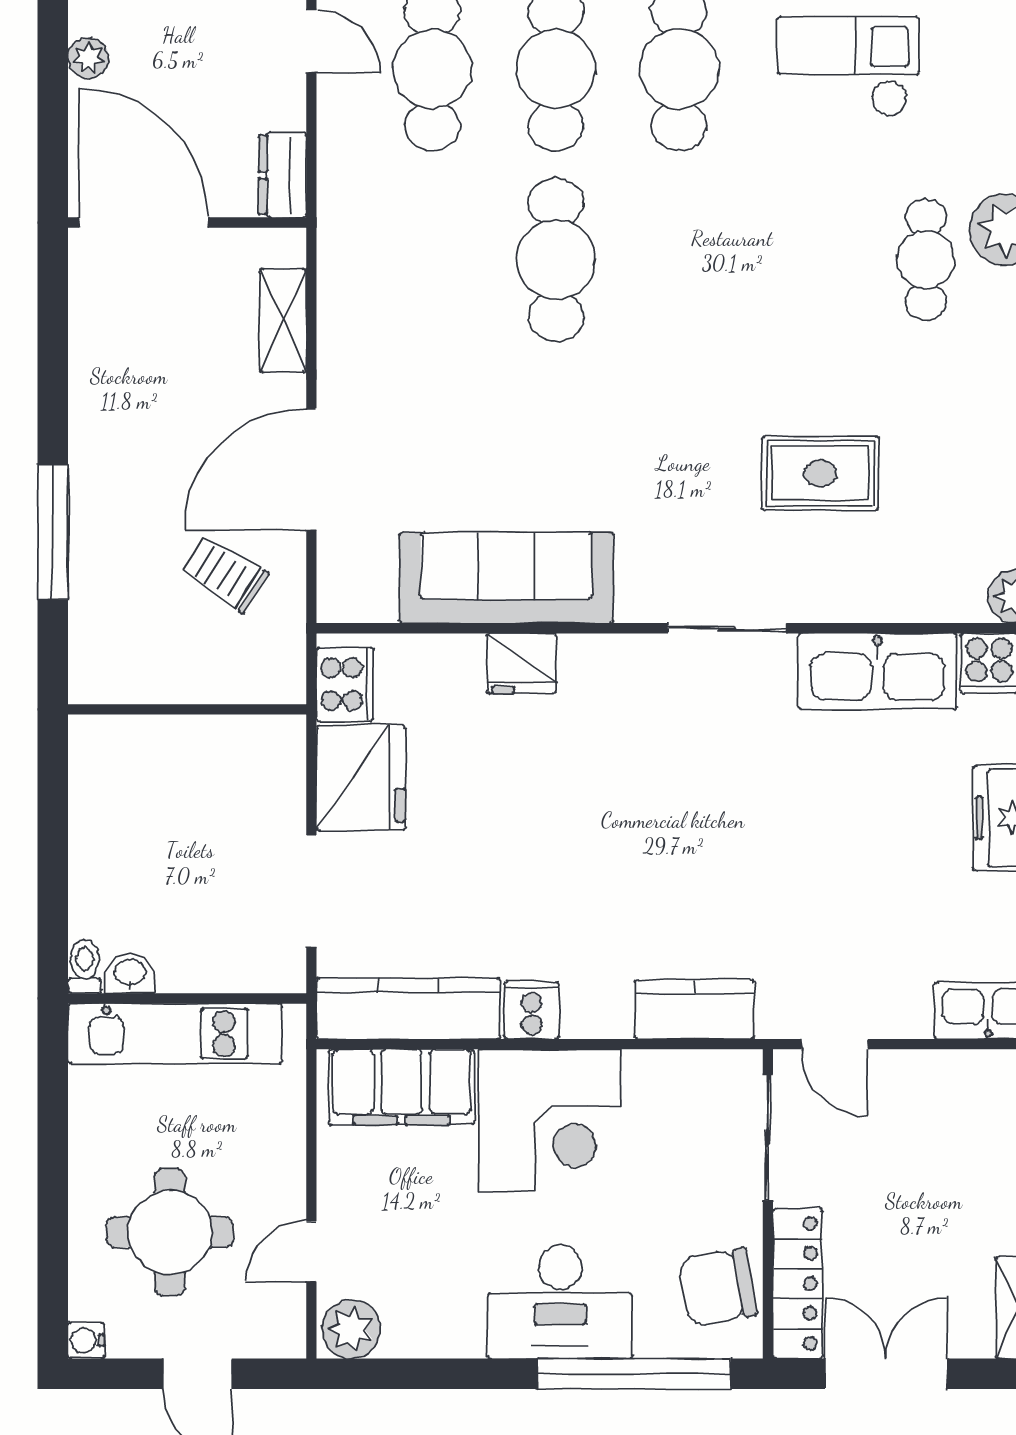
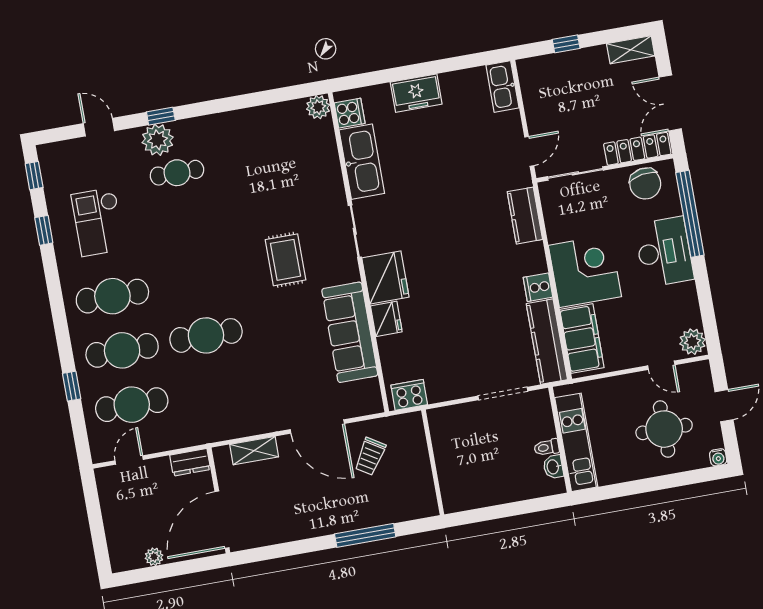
rug: (820, 473) -> (286, 260), moved
fridge: (361, 778) -> (385, 277), moved, turned 90
toilet: (85, 966) -> (547, 447), moved

